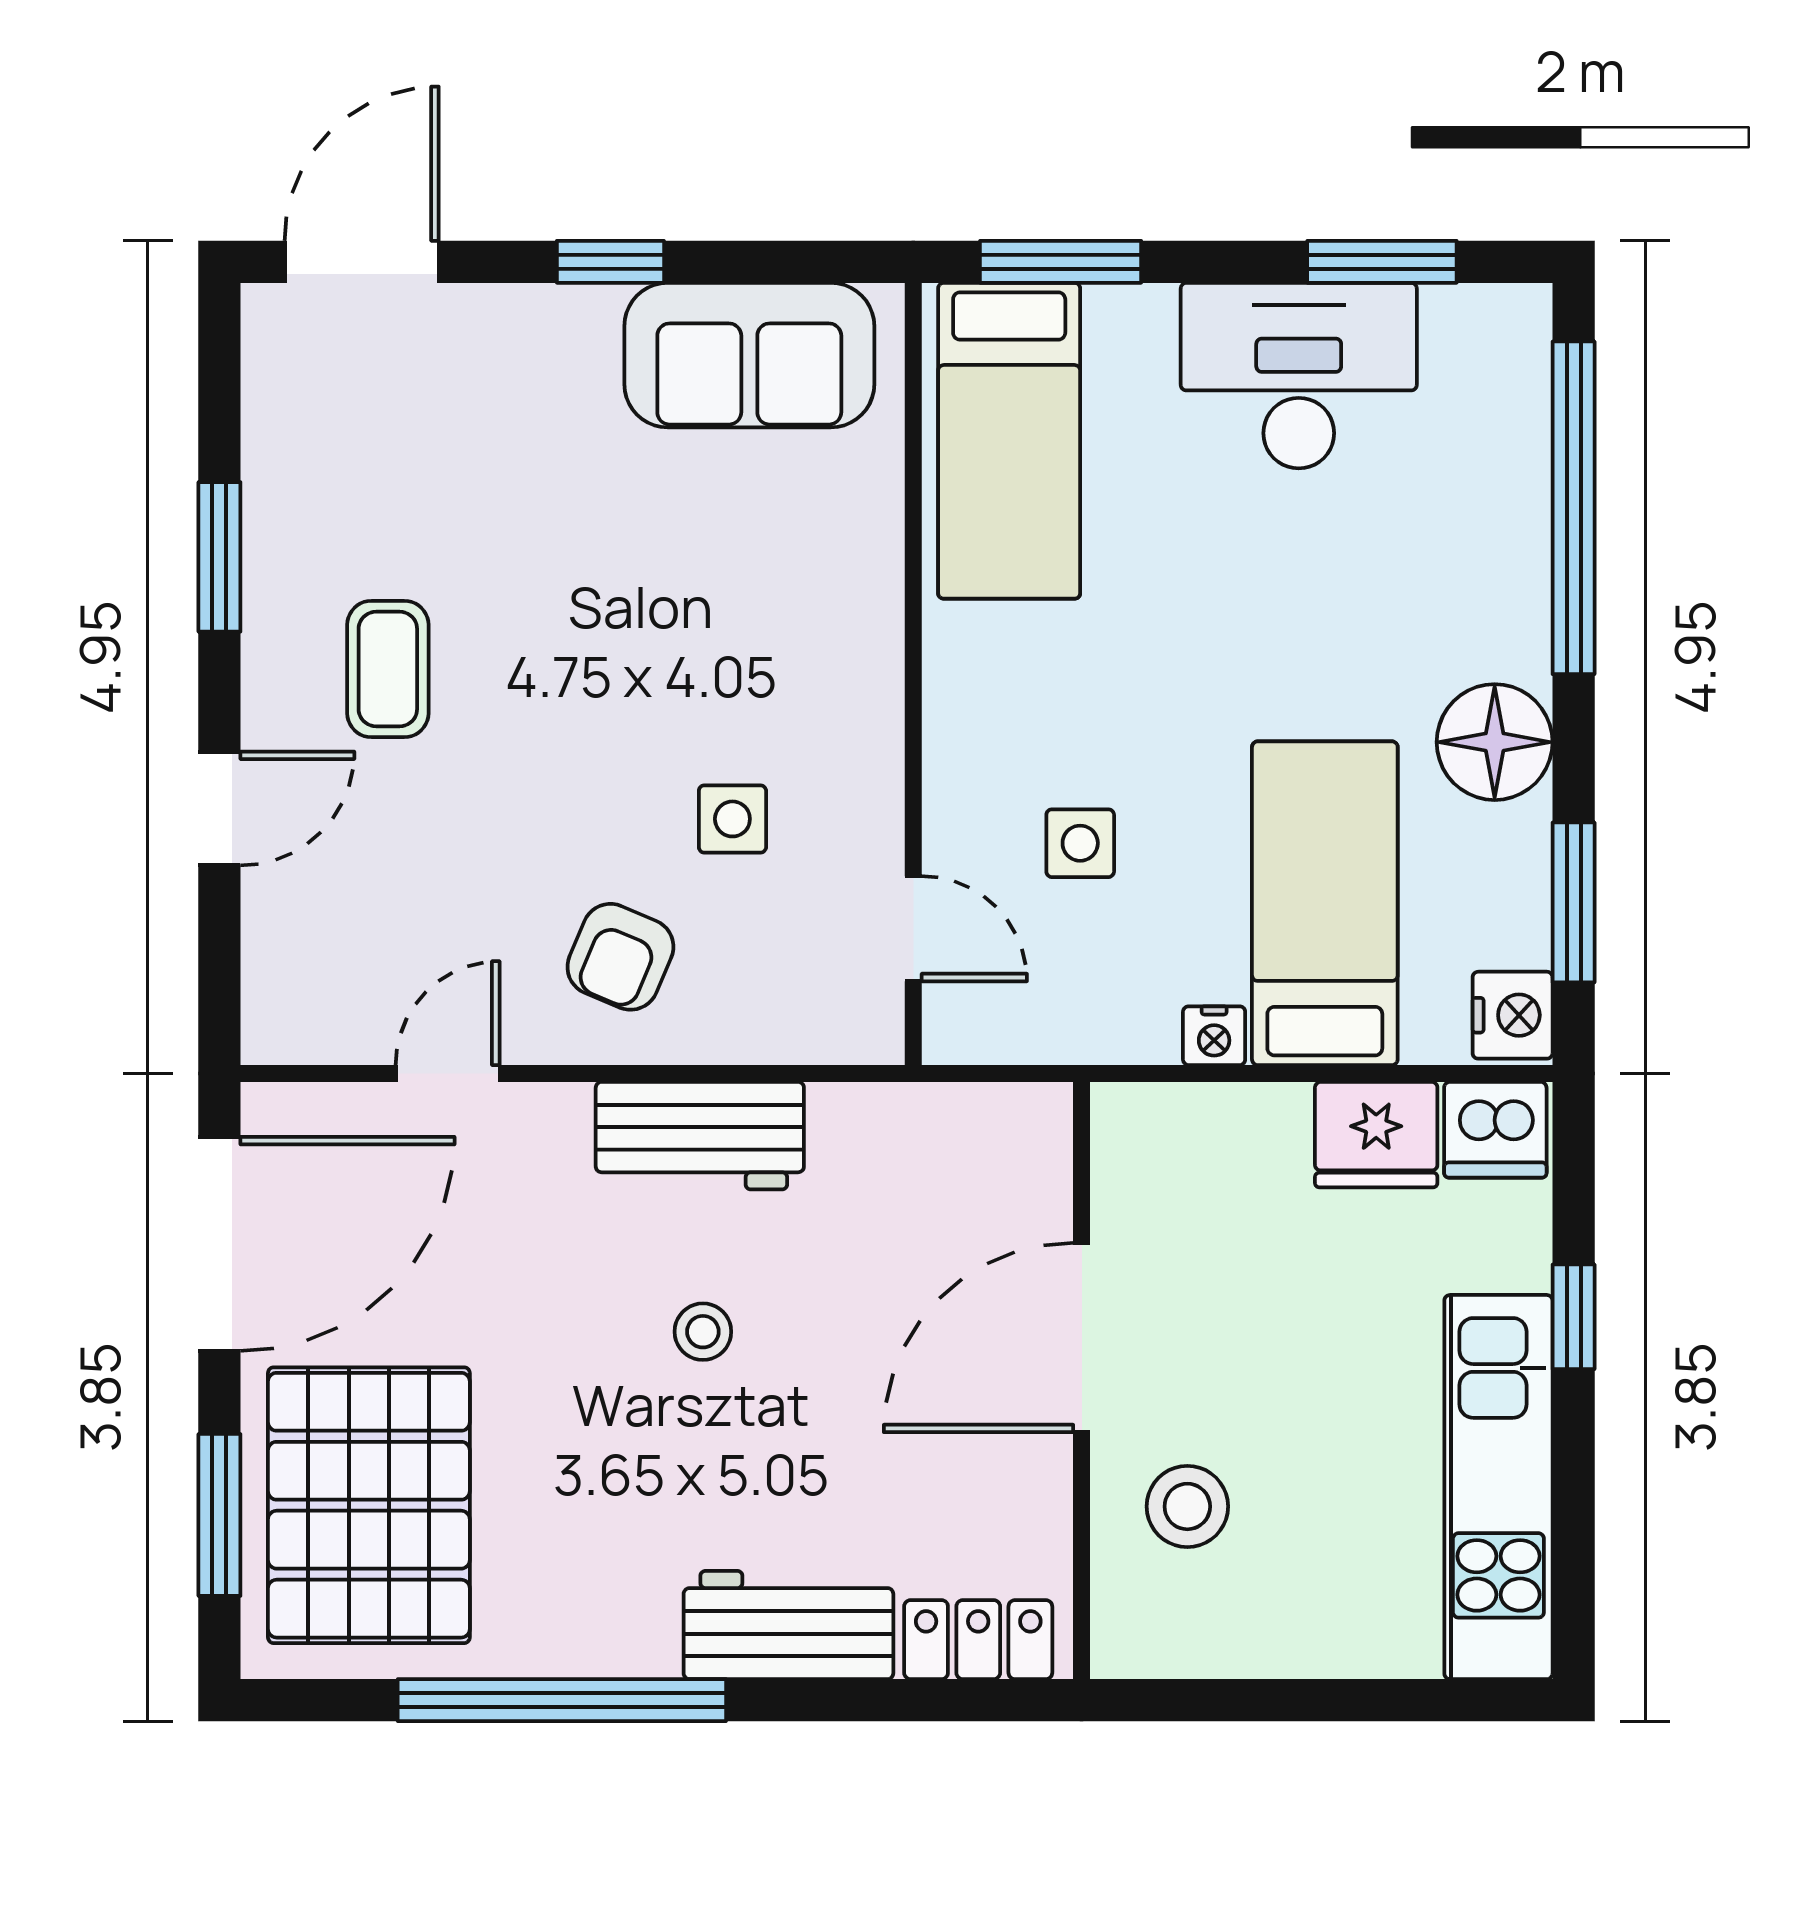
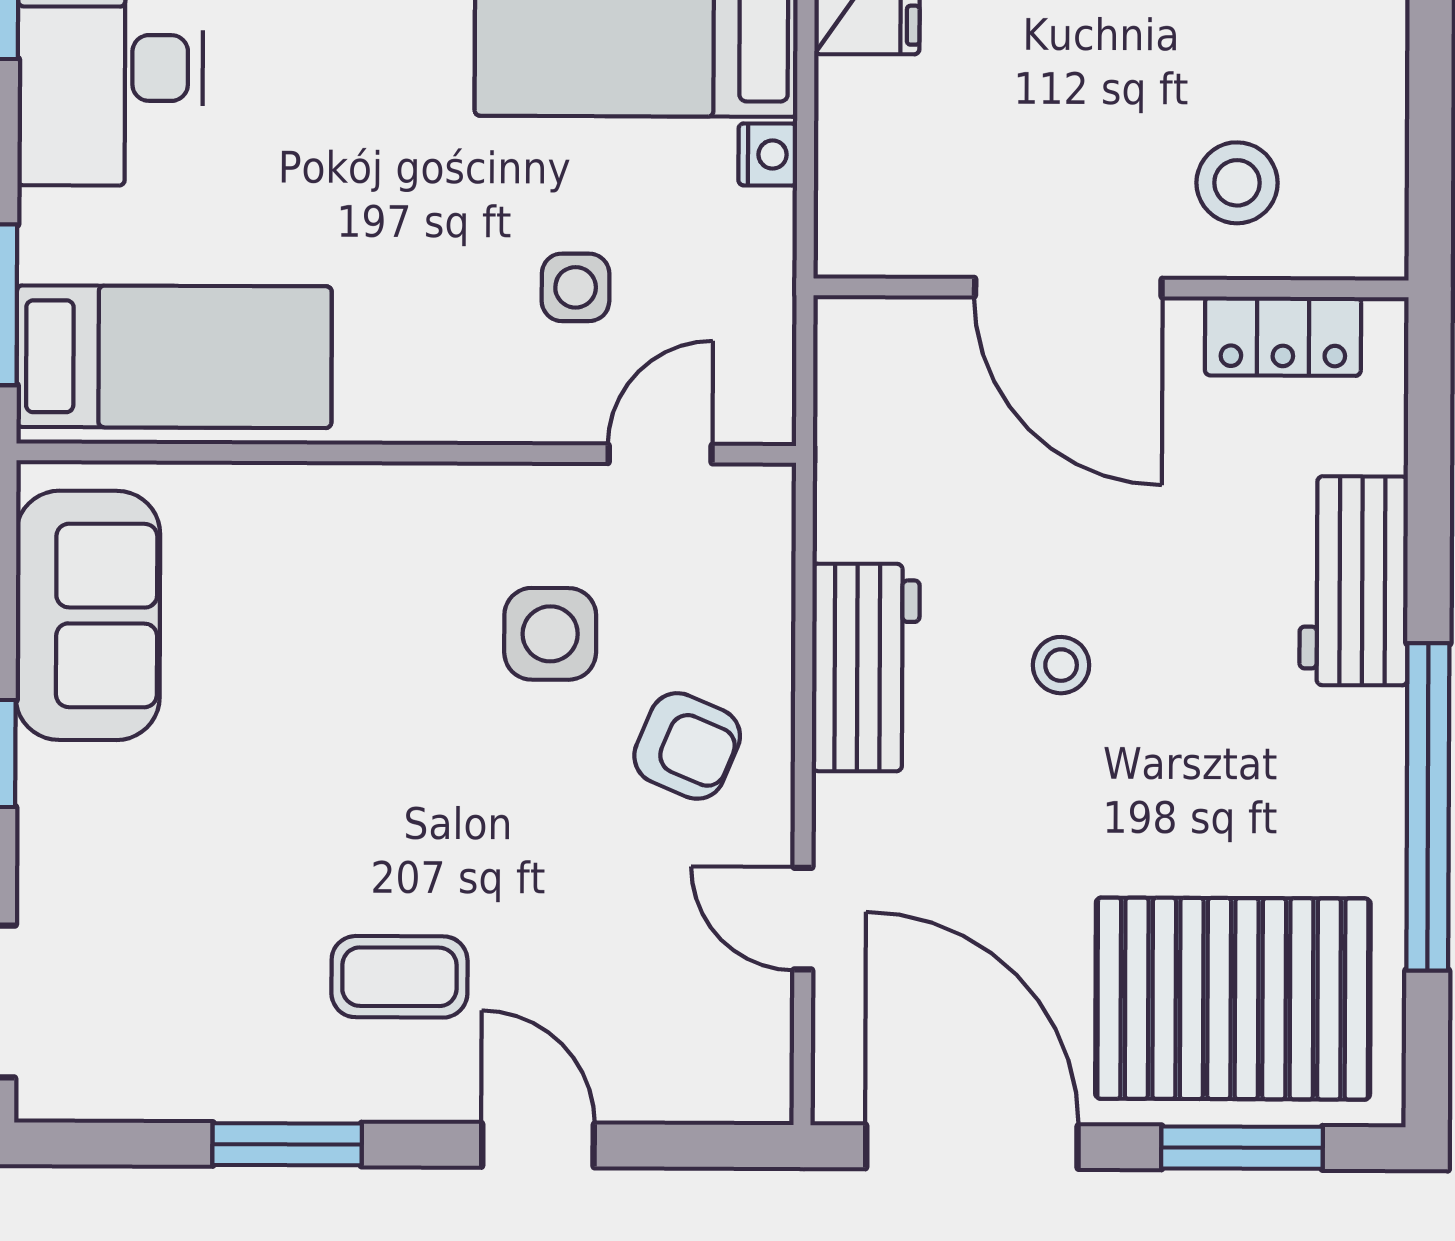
side table: (732, 819) -> (550, 634), width x1.37, depth x1.37
locker: (978, 1640) -> (1283, 336), moved, turned -90

